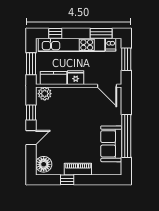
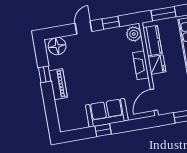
fireplace: (74, 92) -> (141, 65), added
window: (126, 136) -> (103, 130), width x0.32
door: (31, 138) -> (84, 27), swing flipped
sofa: (111, 144) -> (107, 113), moved

